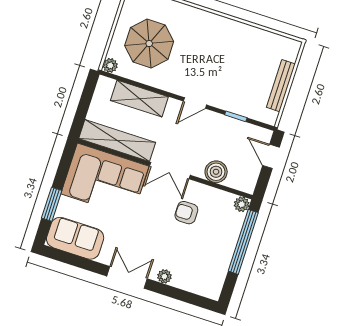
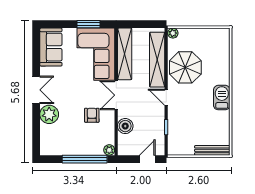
barbecue: (220, 27) -> (222, 98), added
parasol: (149, 44) -> (185, 67), moved
bench: (281, 86) -> (212, 150), moved
shelving: (139, 99) -> (157, 60), width x1.47
window: (52, 204) -> (88, 24), moved
plant: (164, 276) -> (49, 114), width x1.87, depth x1.87

